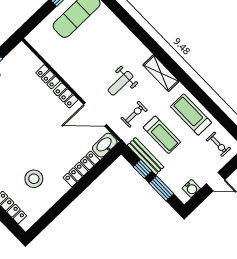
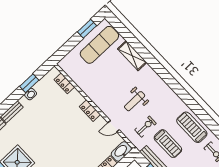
shelving: (161, 73) -> (132, 56), moved
locker: (48, 77) -> (64, 83), moved
door: (95, 114) -> (114, 126), width x0.53

